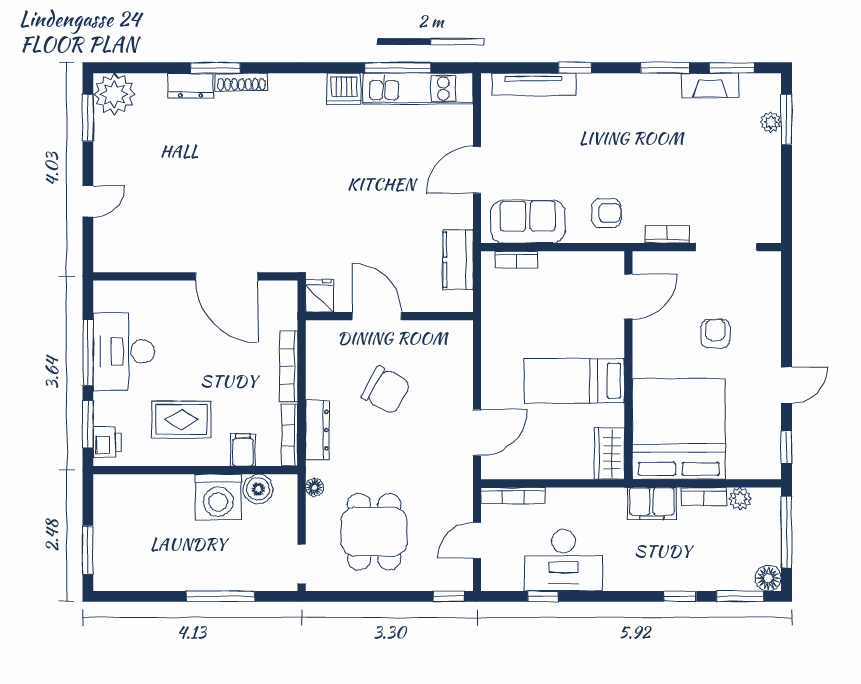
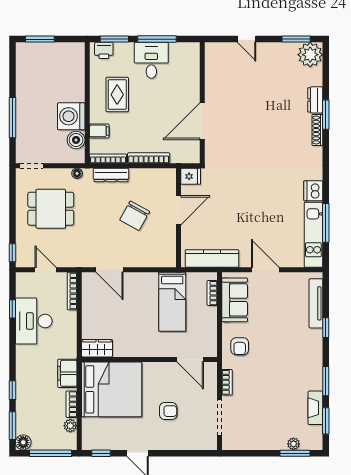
kitchen counter: (458, 260) -> (212, 258), width x1.50
desk: (124, 352) -> (151, 60), width x0.73
bed: (574, 381) -> (172, 302), moved, turned 180

